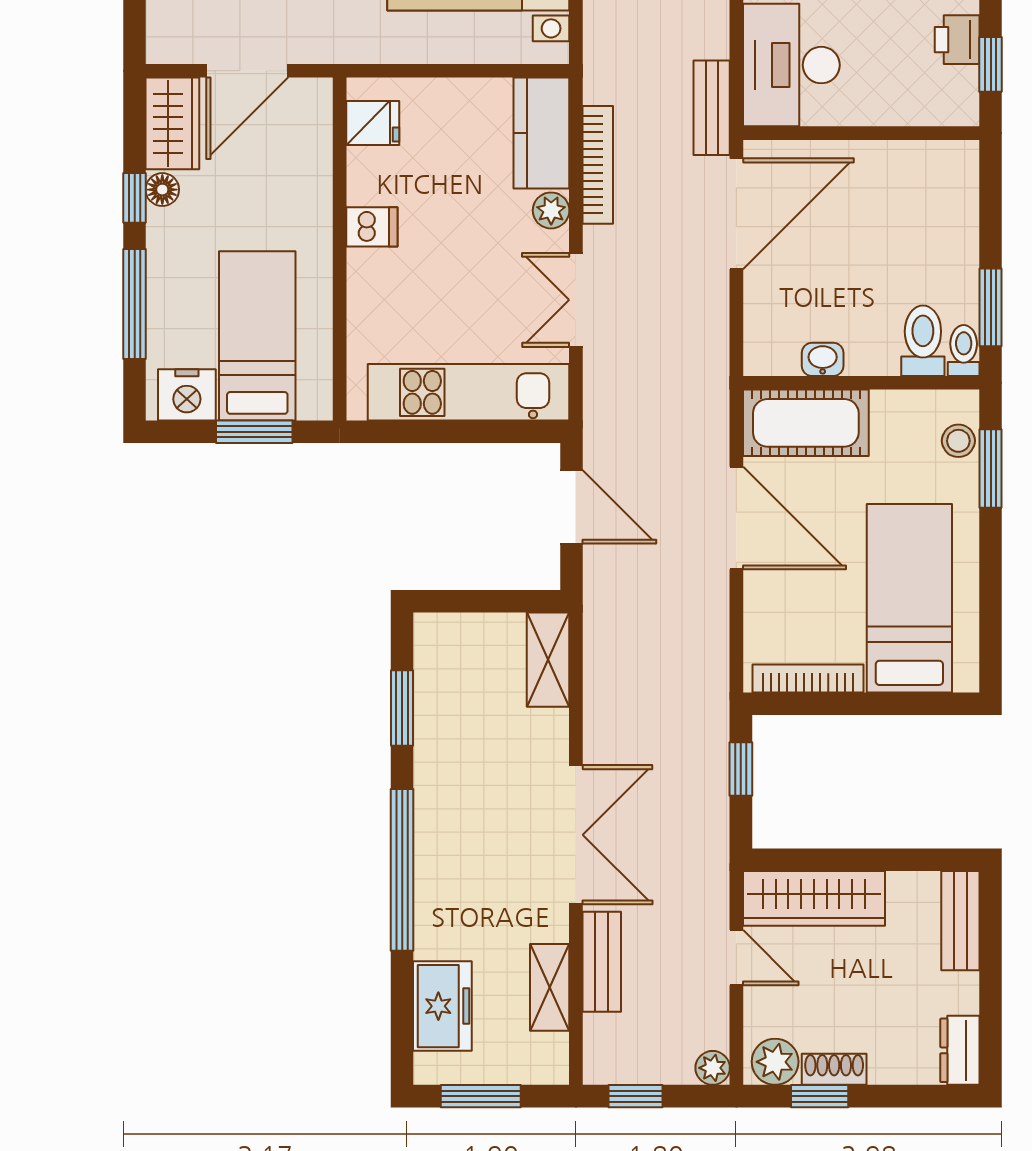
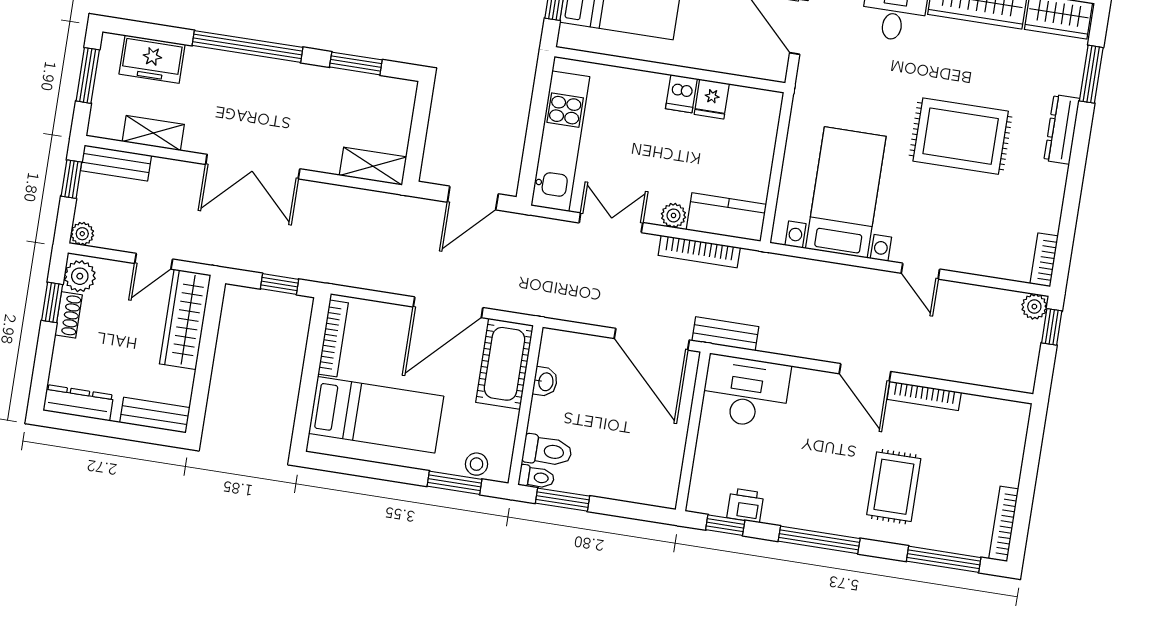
fridge: (373, 123) -> (712, 99), moved
bench: (602, 962) -> (116, 163), moved
dresser: (960, 1050) -> (78, 403), width x1.44

